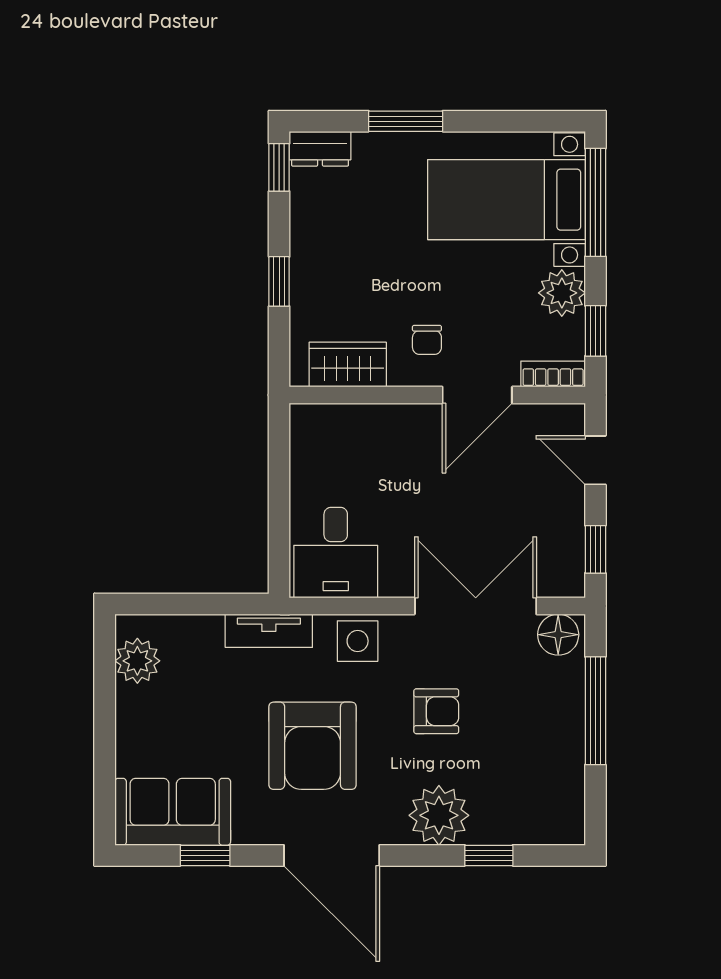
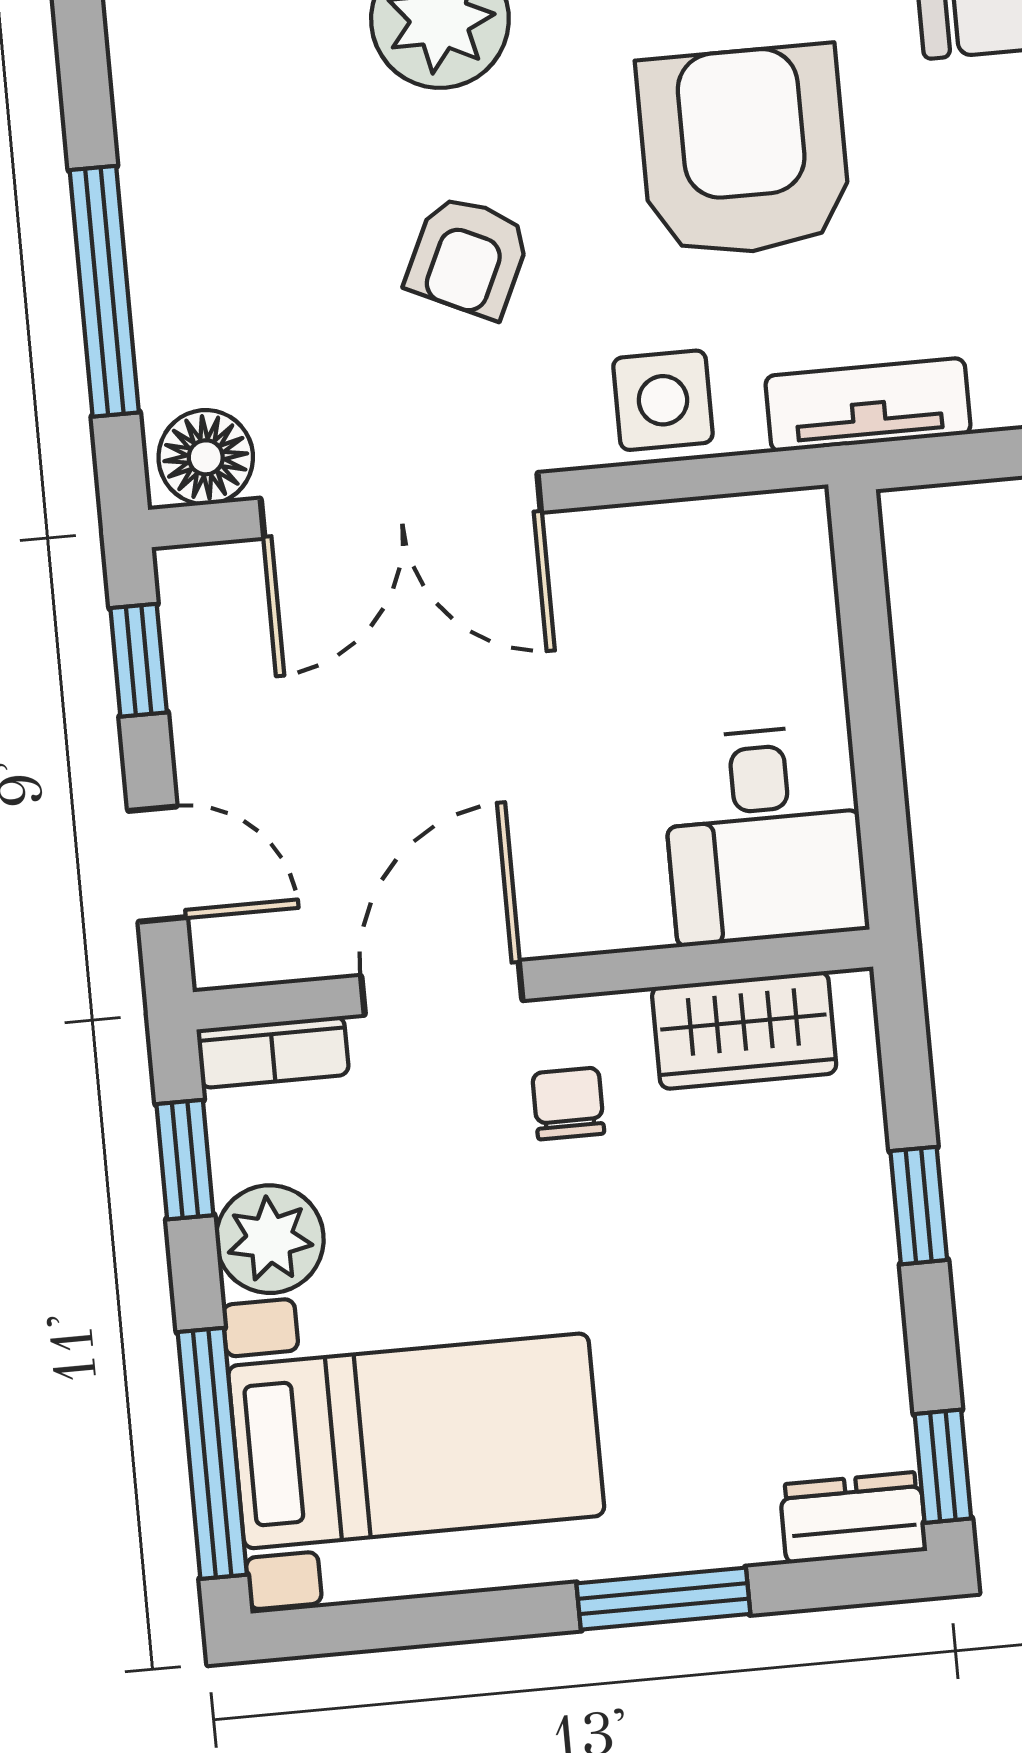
desk: (336, 553) -> (764, 835), moved, turned 180
armchair: (436, 711) -> (468, 256), turned -65

